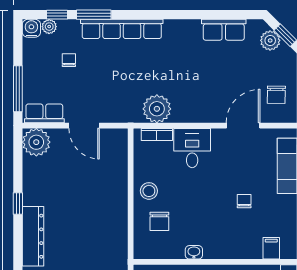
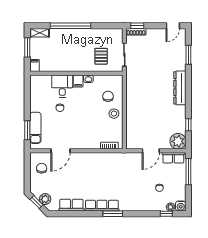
window: (94, 15) -> (113, 214), moved
row of seats: (122, 29) -> (102, 206), moved, width x0.73
plant: (157, 109) -> (109, 160), removed
door: (84, 126) -> (151, 151), swing flipped
desk: (192, 148) -> (62, 86), moved, turned 180
window: (18, 203) -> (188, 125), moved
filing cabinet: (271, 248) -> (78, 81), moved

